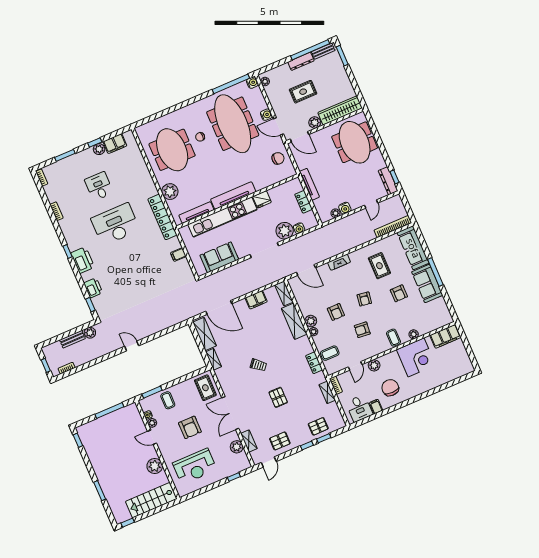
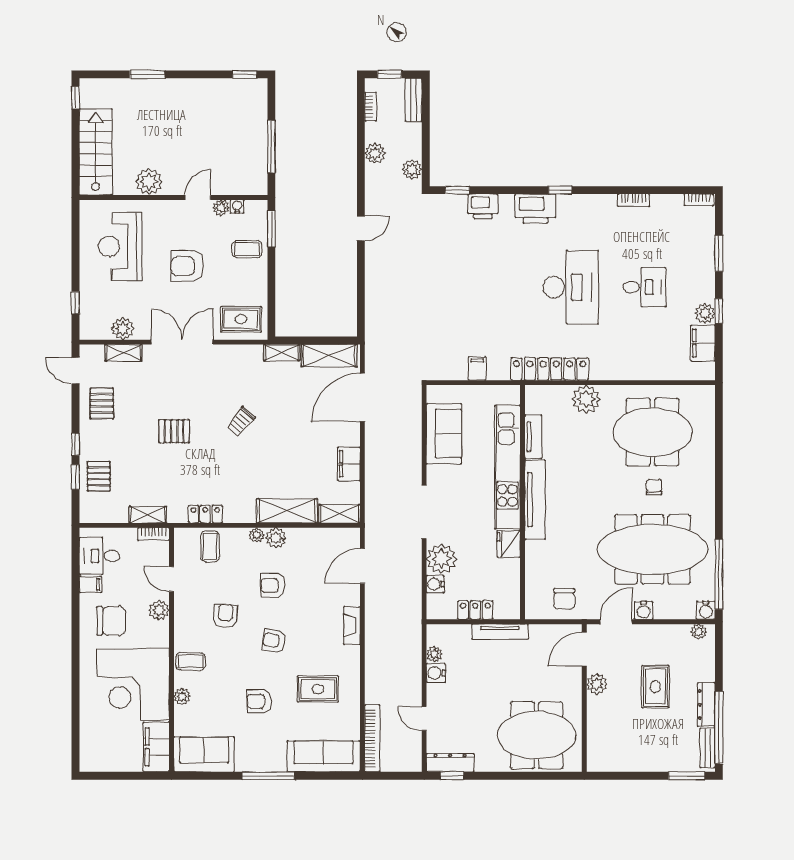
wardrobe: (340, 110) -> (599, 734), removed
tv unit: (196, 213) -> (533, 437), width x0.71
sofa: (427, 284) -> (204, 754), moved
bench: (72, 339) -> (414, 100), moved
plant: (90, 355) -> (375, 153), added
corner desk: (416, 357) -> (133, 684), width x1.36, depth x1.36

